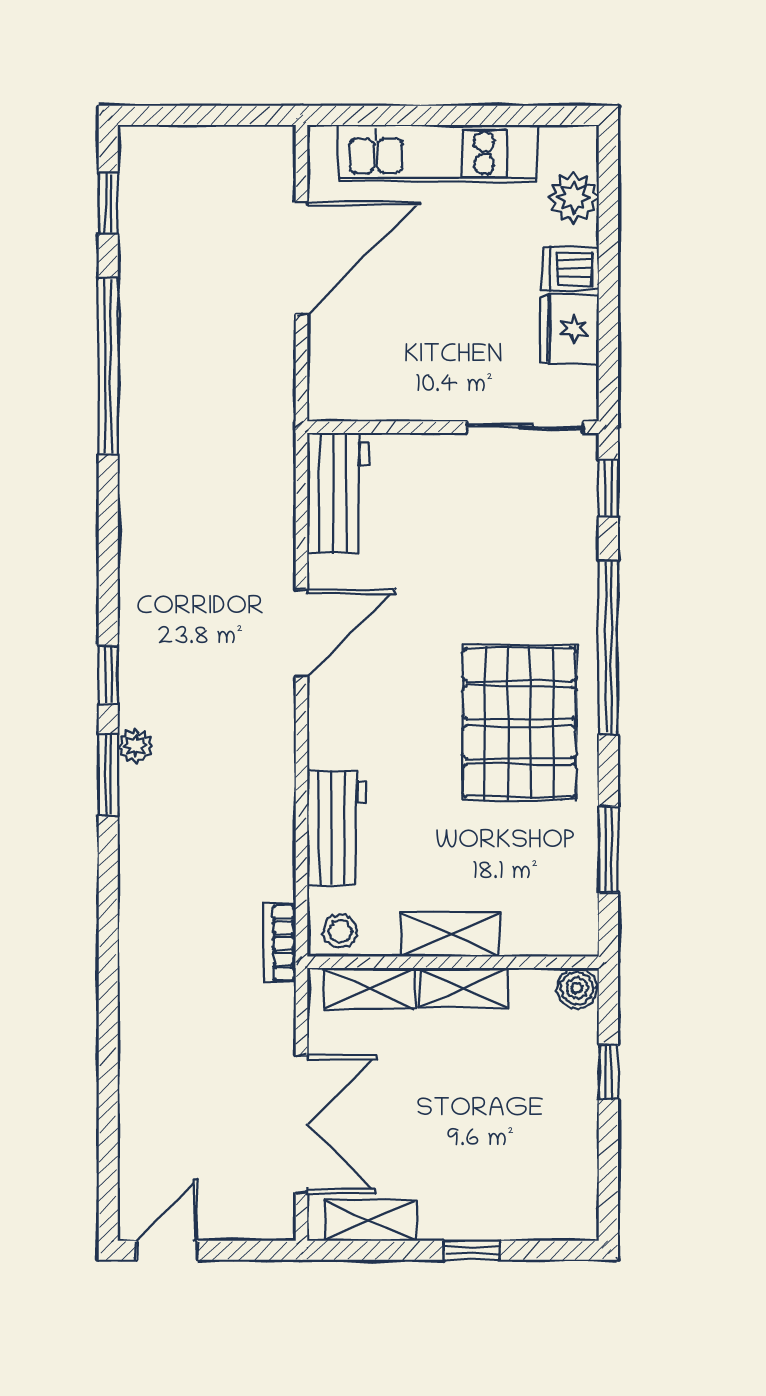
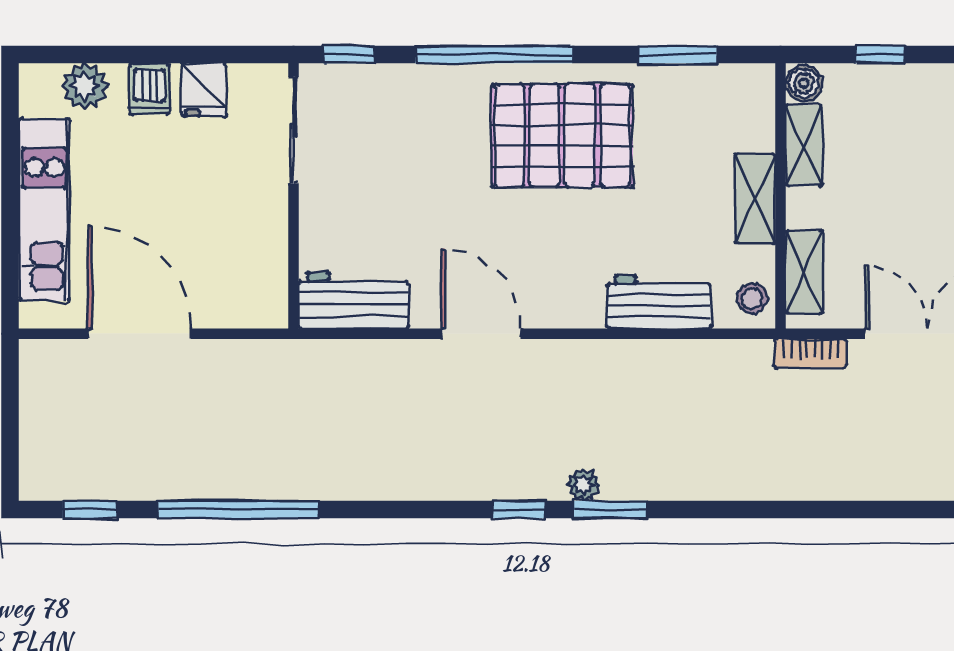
fridge: (570, 329) -> (204, 90), width x0.72
bookcase: (280, 943) -> (810, 353), moved
shelving: (464, 988) -> (804, 145), moved

